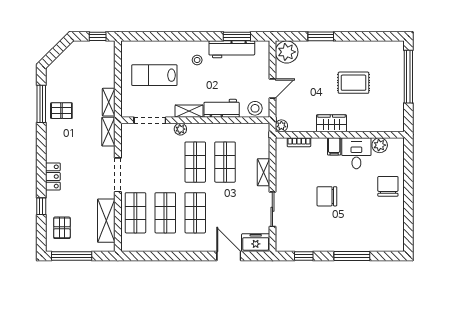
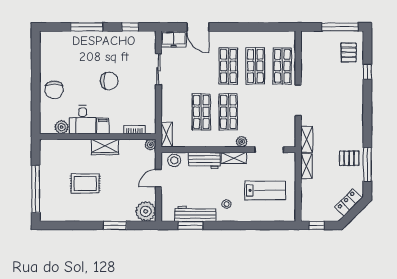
shelving: (263, 172) -> (167, 135), moved
locker: (53, 176) -> (348, 202), moved, turned 45
shelving: (106, 221) -> (309, 59), removed

